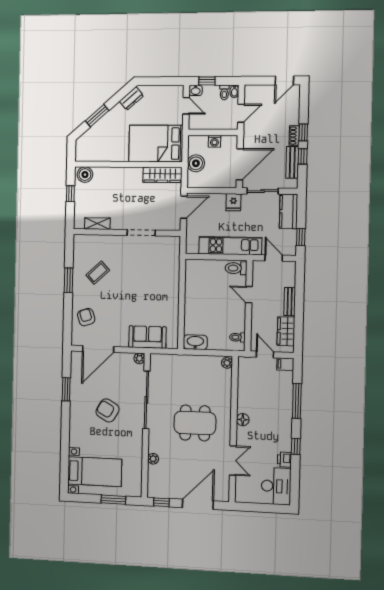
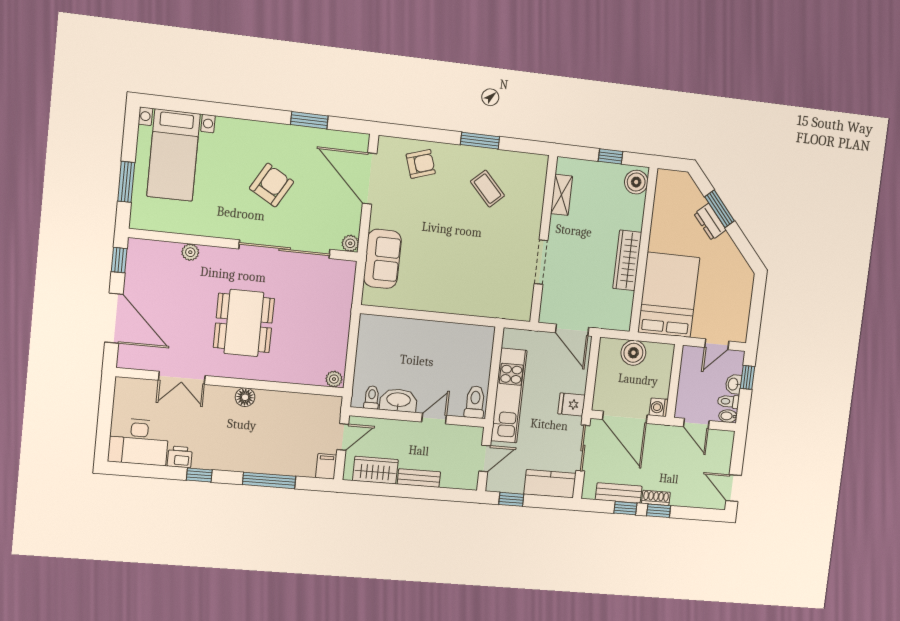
washbasin: (196, 90) -> (734, 384), moved
dresser: (131, 98) -> (710, 222), moved
washing machine: (214, 141) -> (659, 407), moved
wardrobe: (162, 175) -> (627, 260), moved
washbasin: (195, 342) -> (399, 400), moved, turned -90

